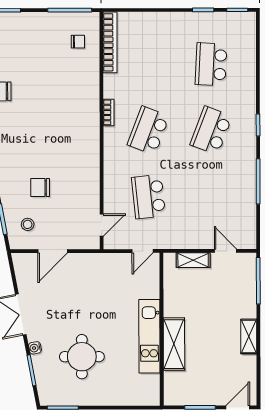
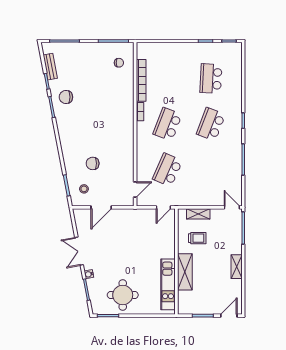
bookcase: (110, 42) -> (141, 80), moved
school desk: (148, 197) -> (167, 170), turned 30
door: (226, 251) -> (232, 207), moved
trolley: (192, 295) -> (197, 238), added
kitchen unit: (149, 336) -> (168, 284), moved
round table: (82, 357) -> (123, 295), moved

